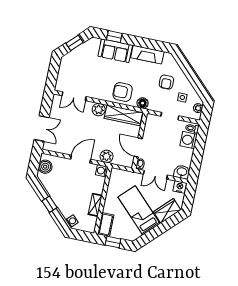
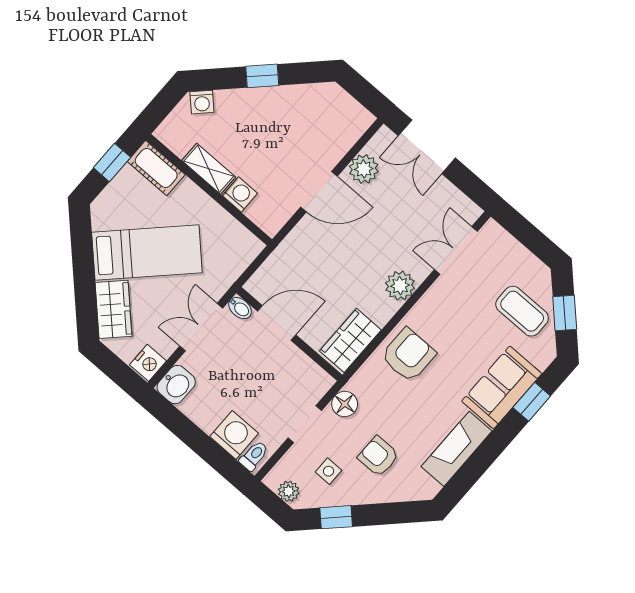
coffee table: (83, 59) -> (522, 311), added
window: (198, 85) -> (336, 517), added
floor lamp: (143, 103) -> (345, 404), moved
wardrobe: (123, 115) -> (350, 340), width x0.67
plant: (107, 156) -> (364, 169), moved
door: (81, 159) -> (319, 192), hinge flipped
boiler: (45, 167) -> (344, 110), removed
washing machine: (102, 171) -> (240, 194), moved

